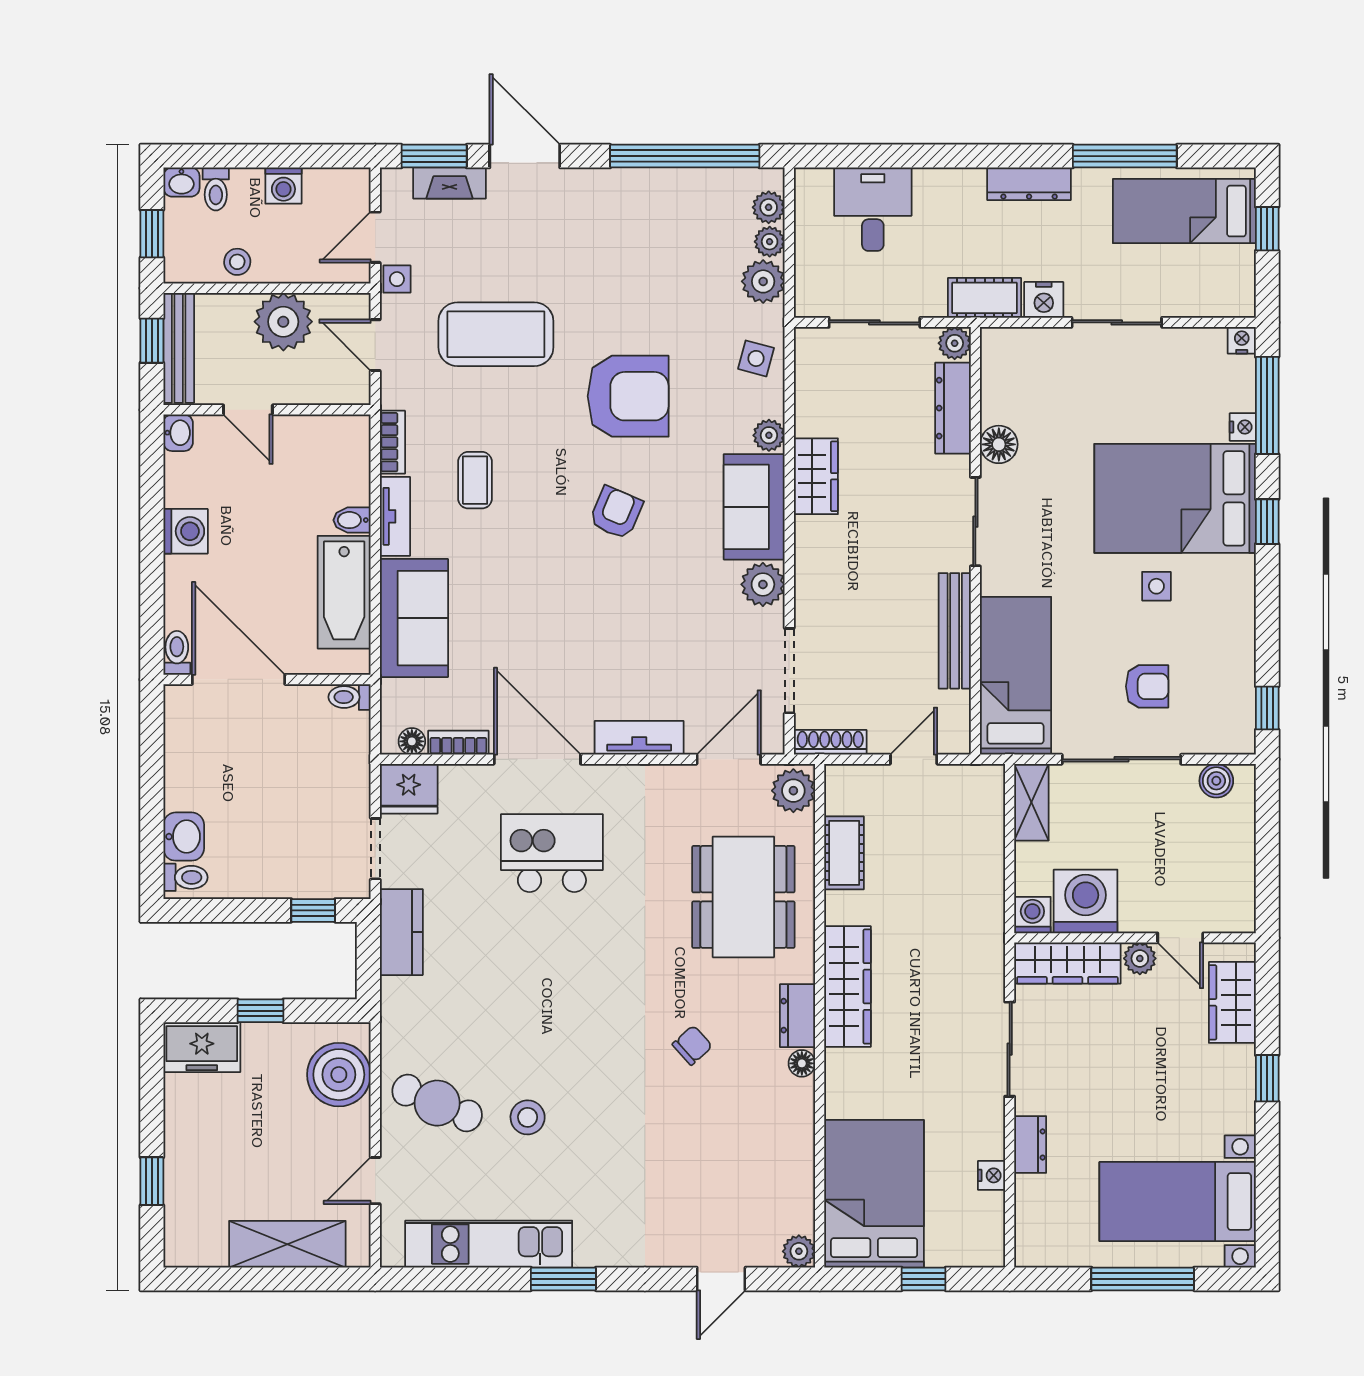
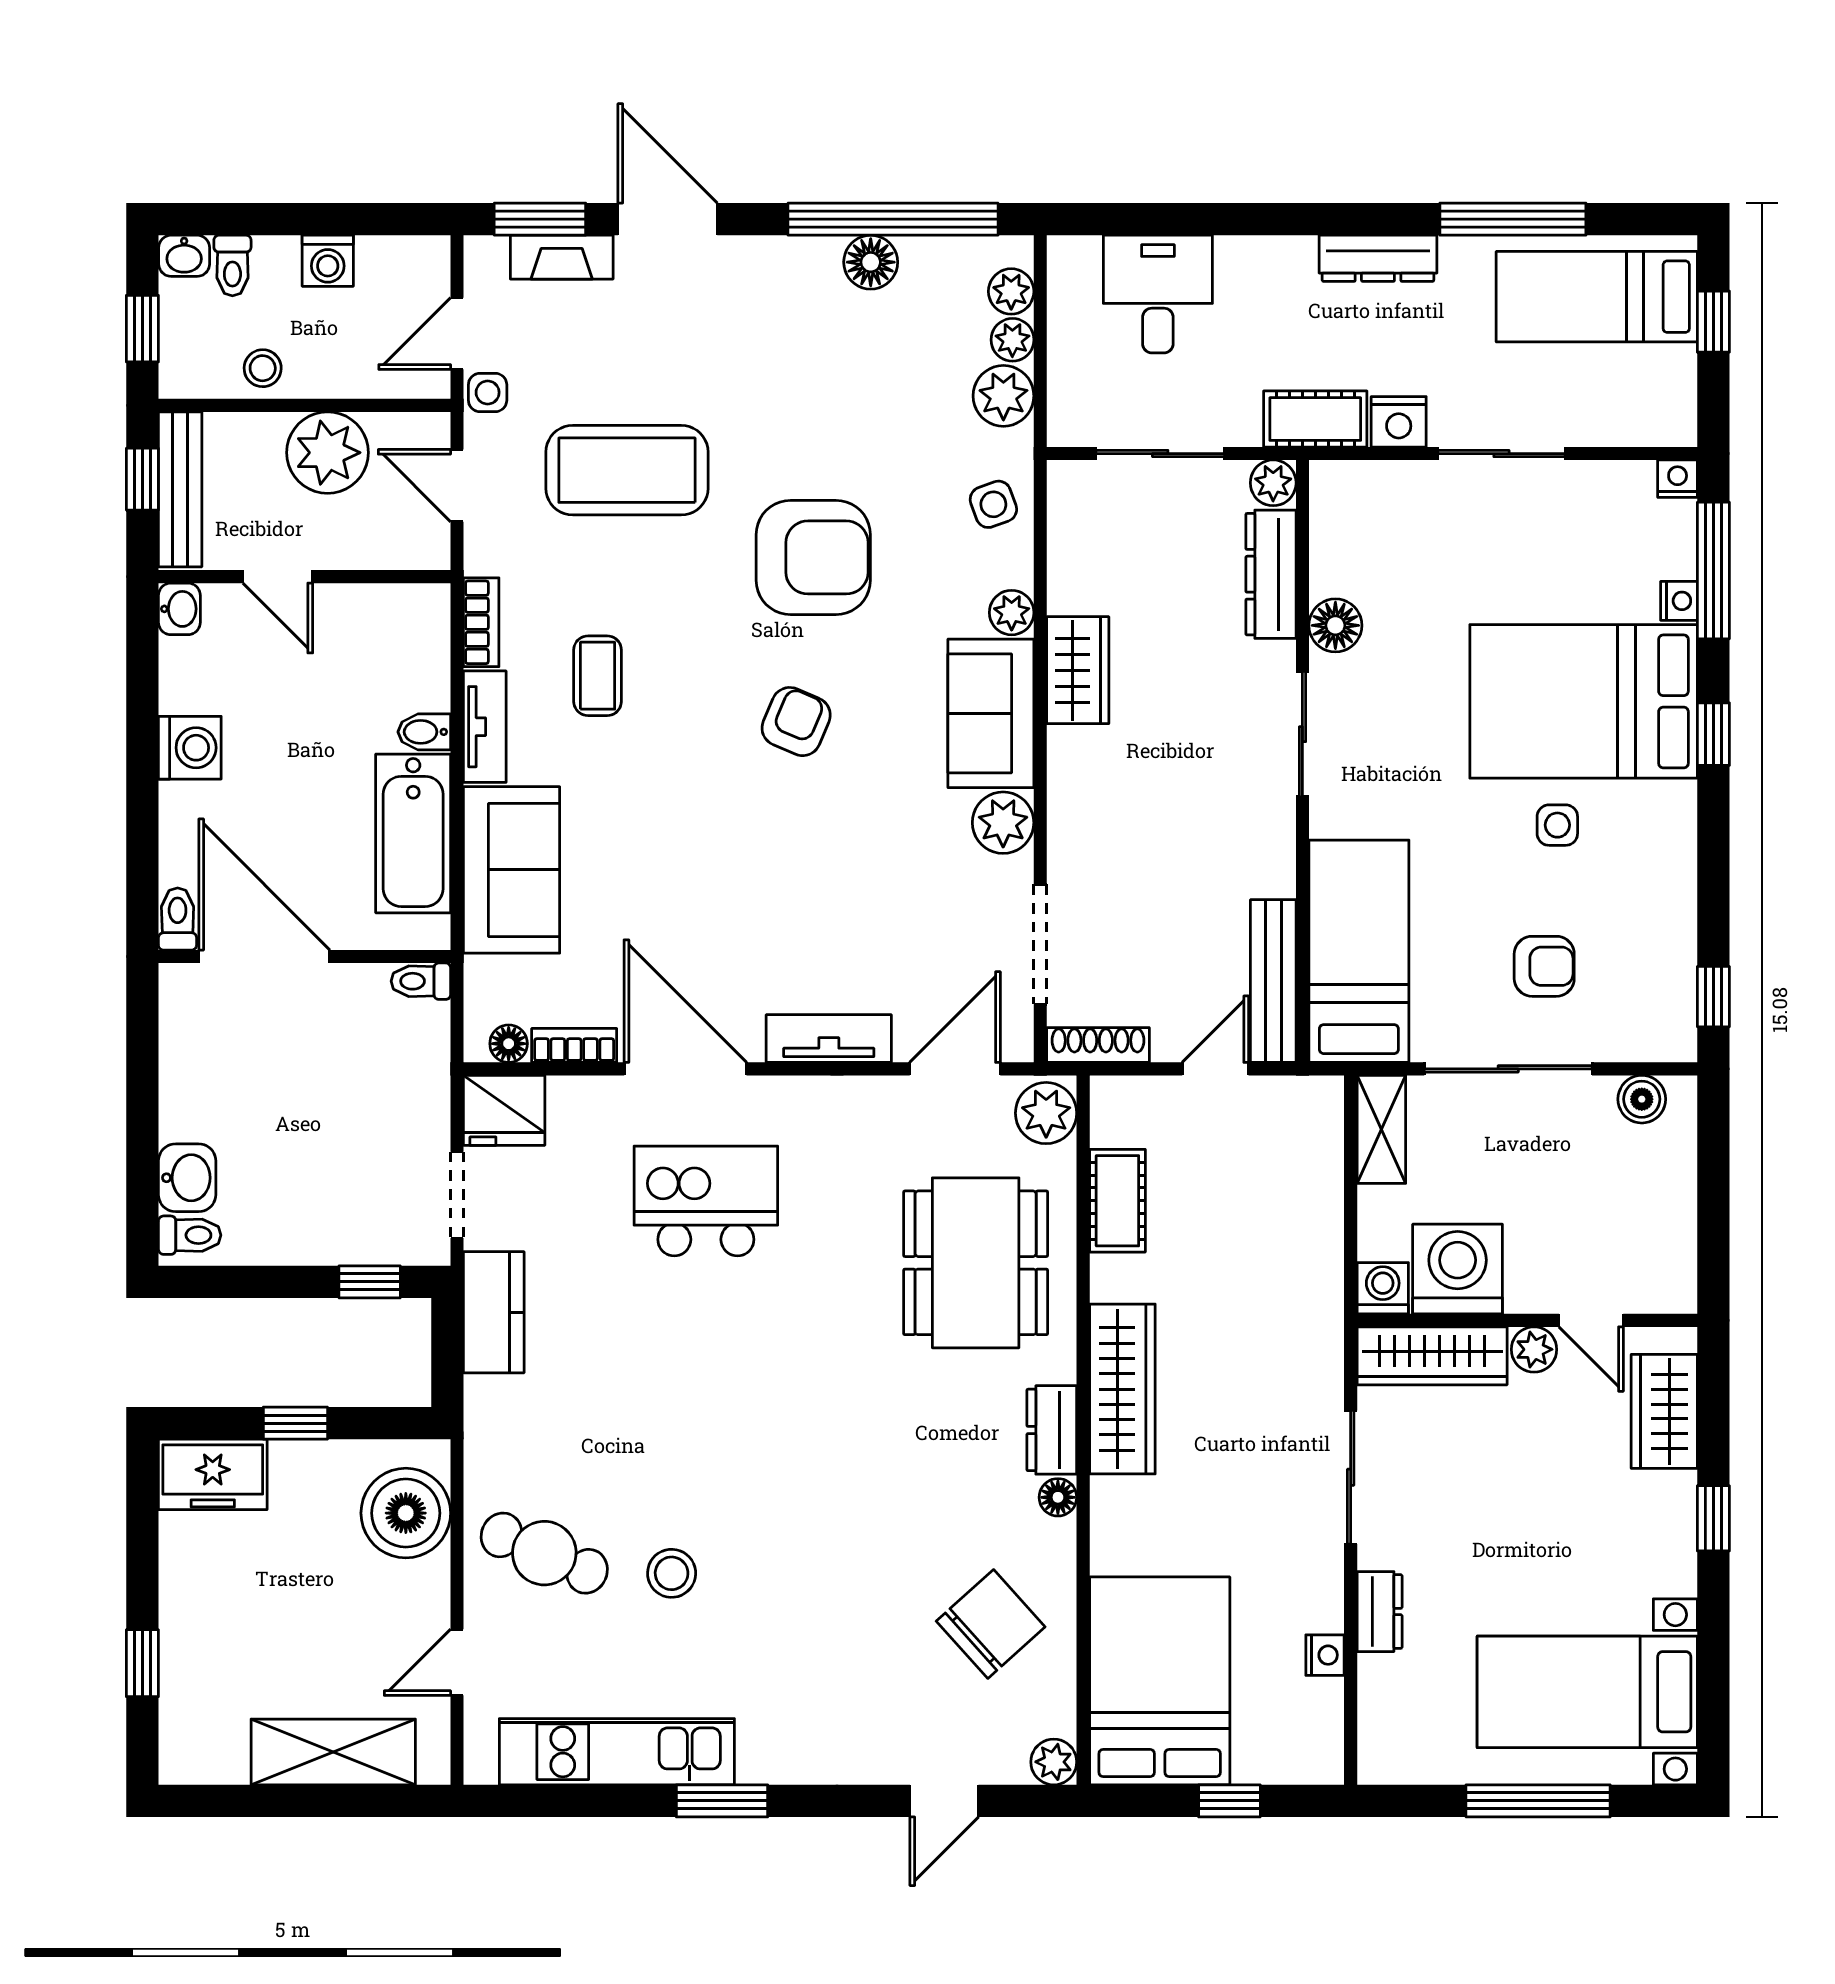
floor lamp: (669, 187) -> (871, 262), added
side table: (756, 358) -> (993, 504), turned -35
bench: (955, 631) -> (1273, 981), moved
chair: (692, 1045) -> (991, 1624), moved, width x1.87, depth x1.87

